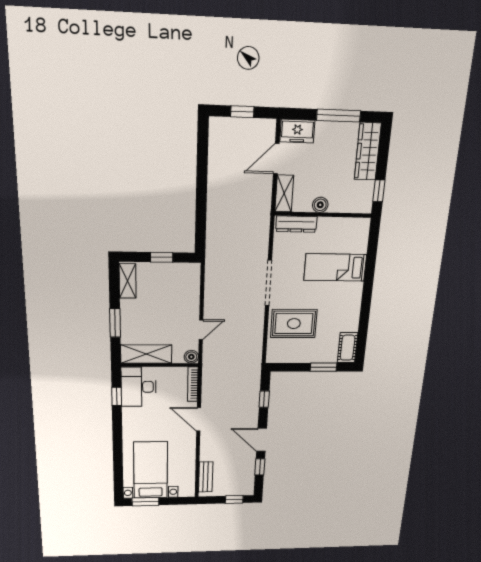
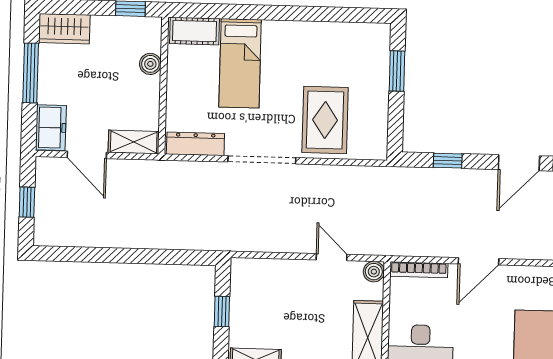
wardrobe: (368, 151) -> (64, 29), width x0.67
boiler: (320, 205) -> (150, 64), moved
dresser: (296, 224) -> (195, 144), moved, turned -90
cot: (348, 348) -> (194, 31), moved

